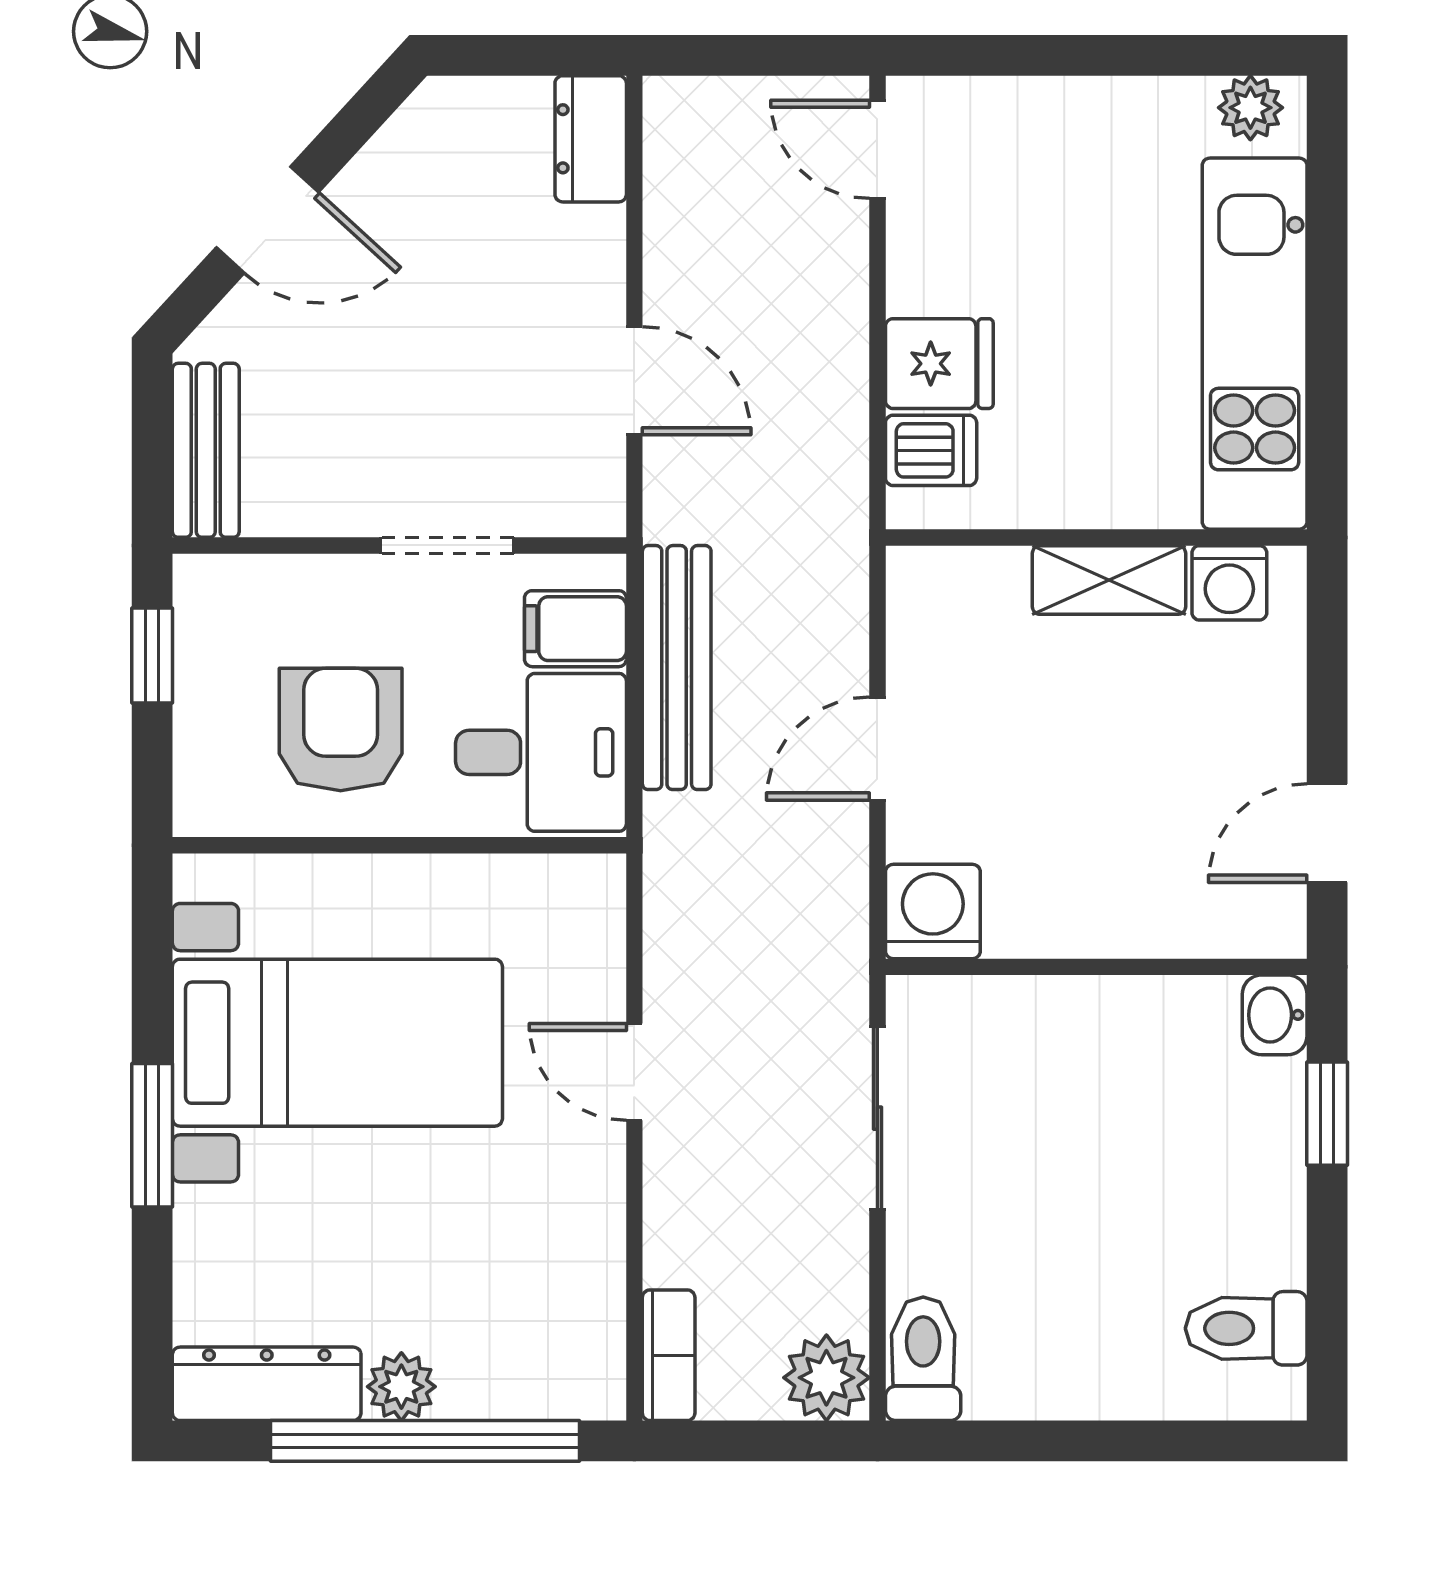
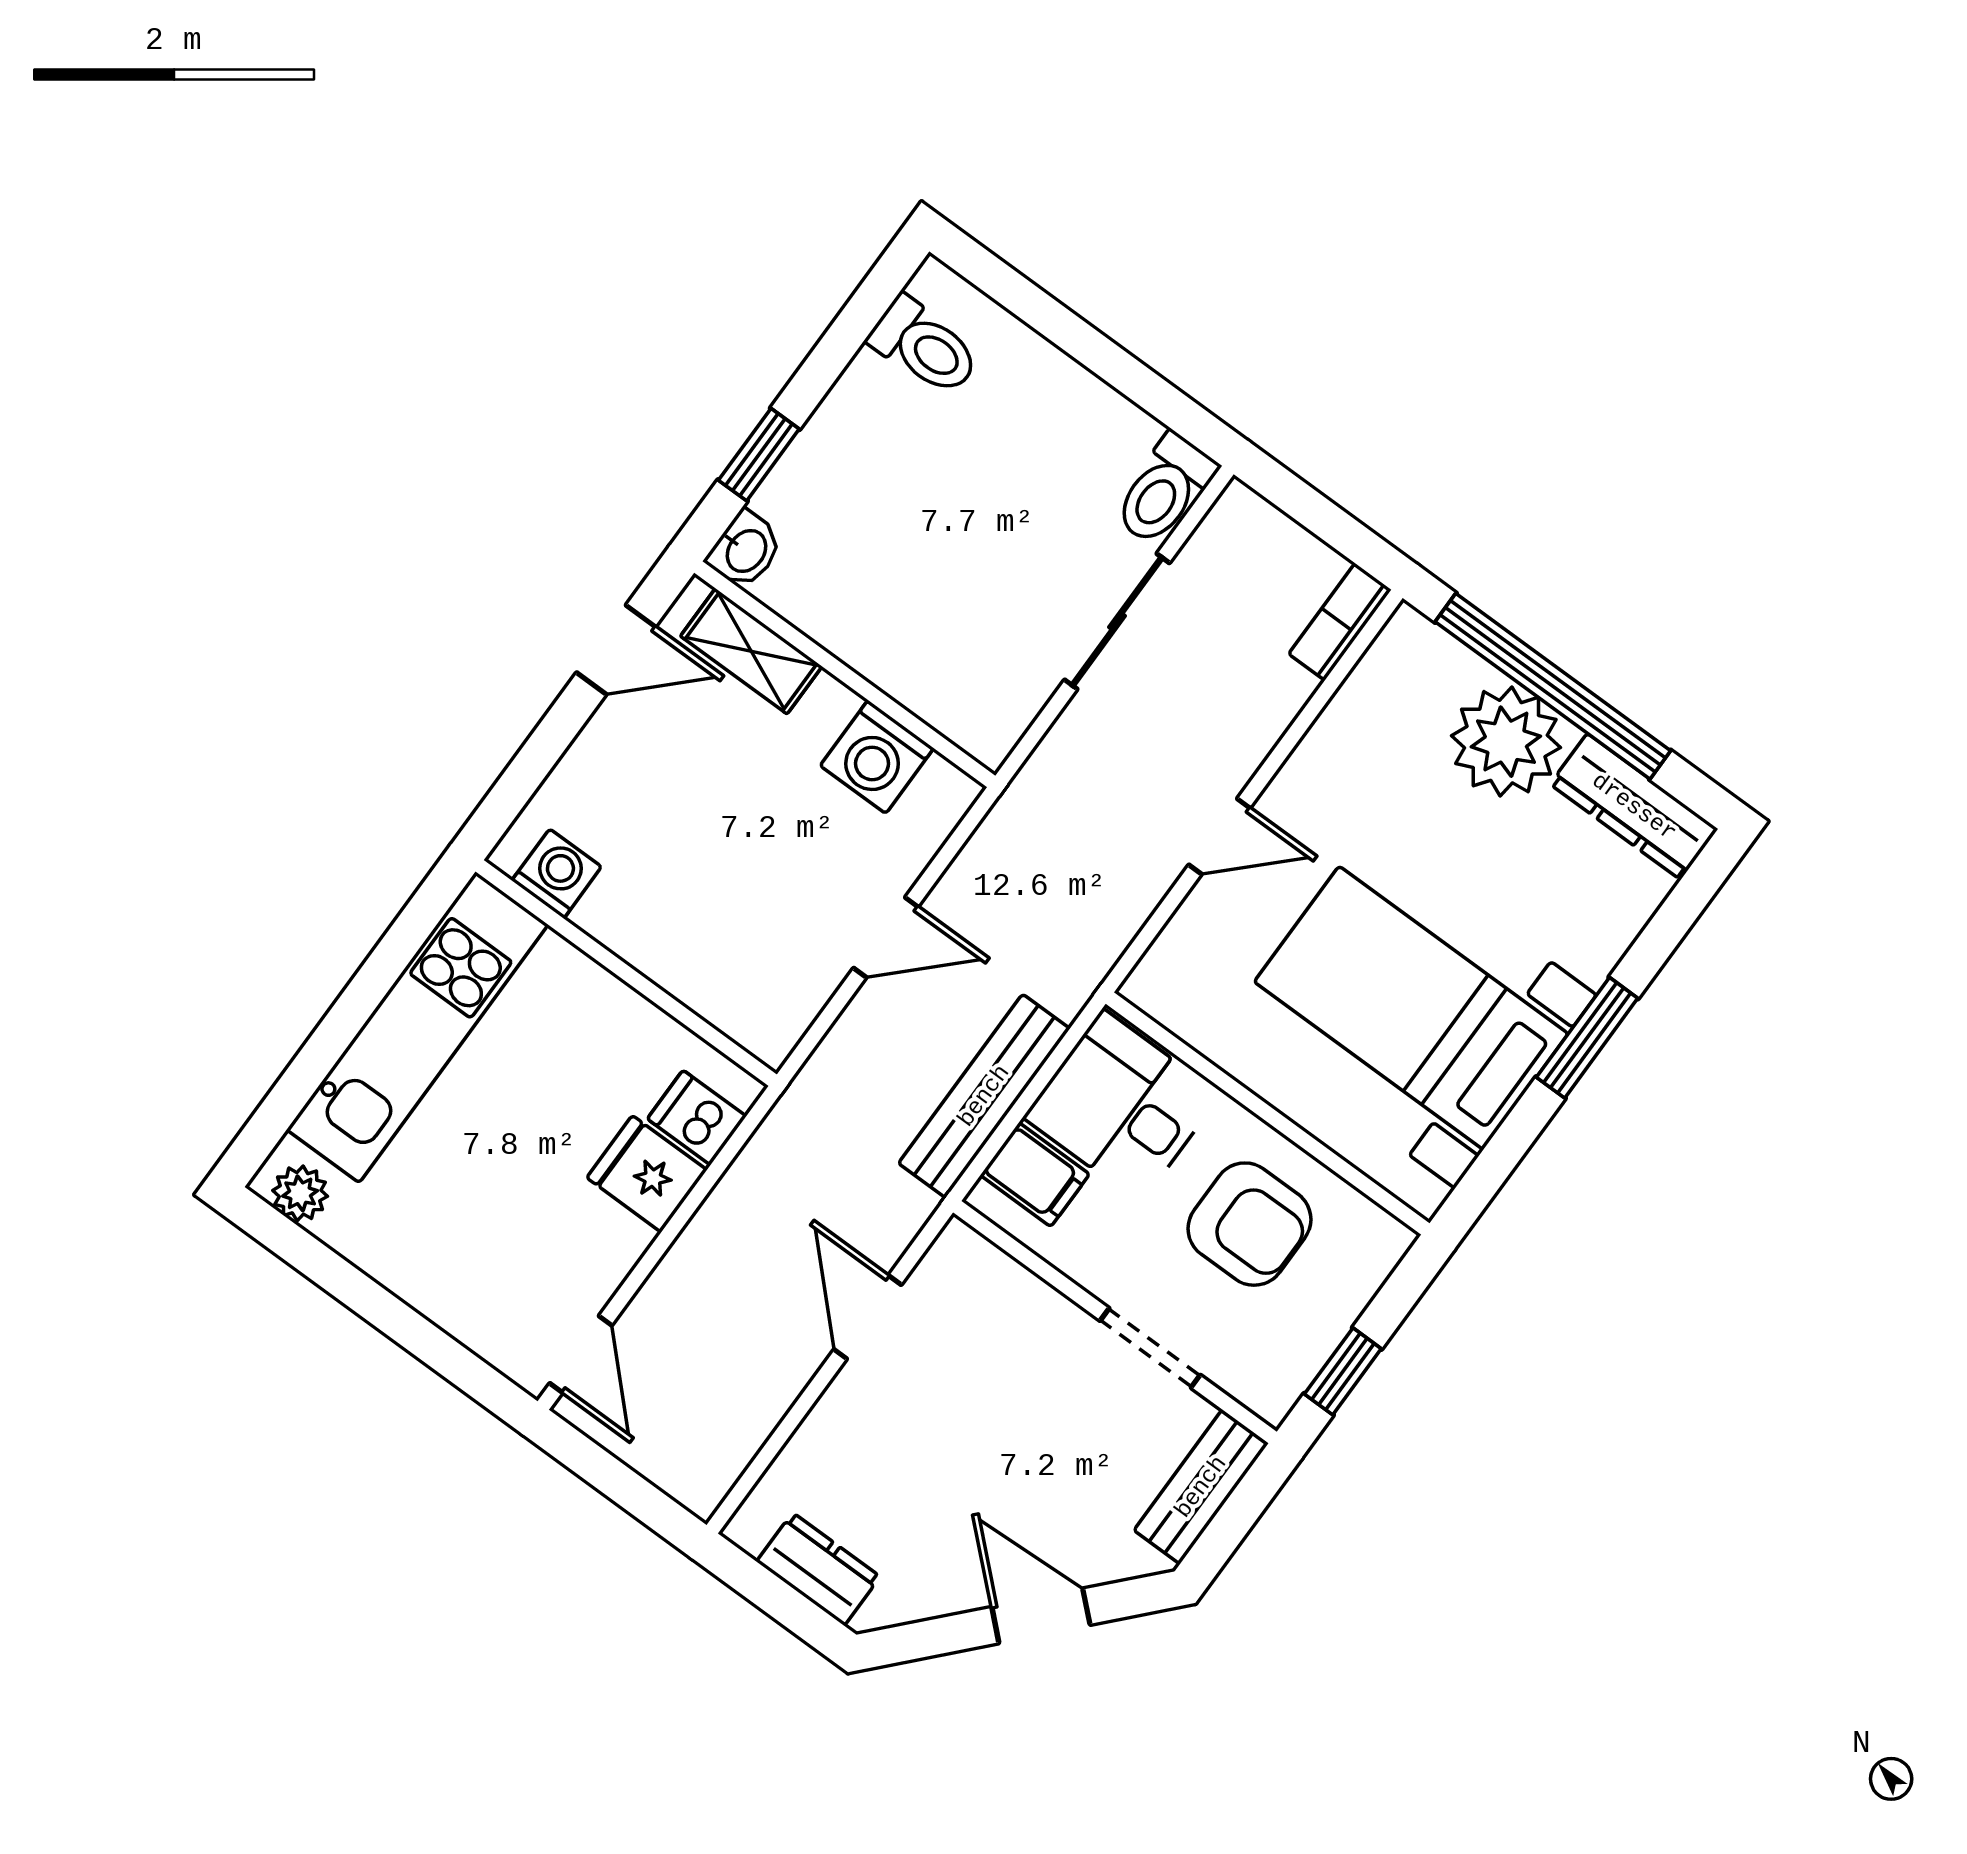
dresser: (591, 139) -> (818, 1569), moved, turned -90
doorway: (447, 546) -> (1150, 1348), moved
shelving: (1109, 580) -> (751, 651), moved
armchair: (341, 729) -> (1249, 1224), turned -90
washing machine: (933, 911) -> (877, 757), moved
door: (634, 1072) -> (1219, 836), hinge flipped
sliding door: (877, 1118) -> (1117, 621), moved
plant: (826, 1378) -> (1242, 526), removed
plant: (401, 1387) -> (1506, 742), width x1.88, depth x1.88

